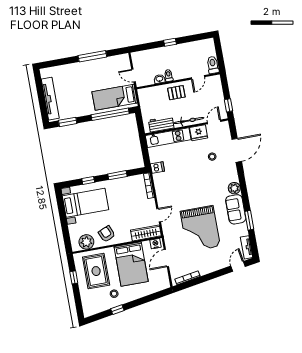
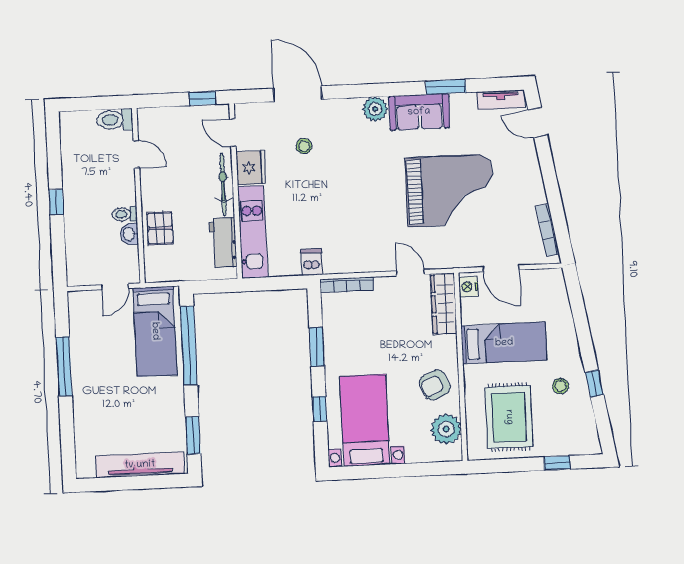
pallet: (176, 93) -> (160, 228), moved
bed: (131, 264) -> (504, 343), width x0.67
rug: (96, 271) -> (509, 417), turned 90
window: (74, 277) -> (557, 463), moved

